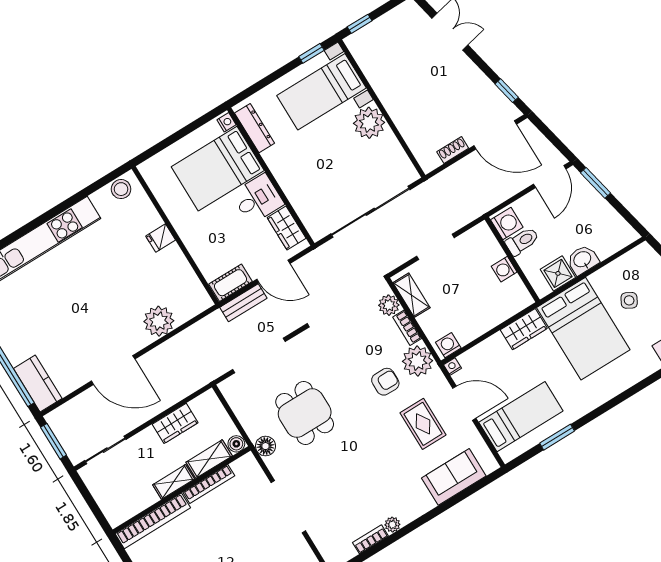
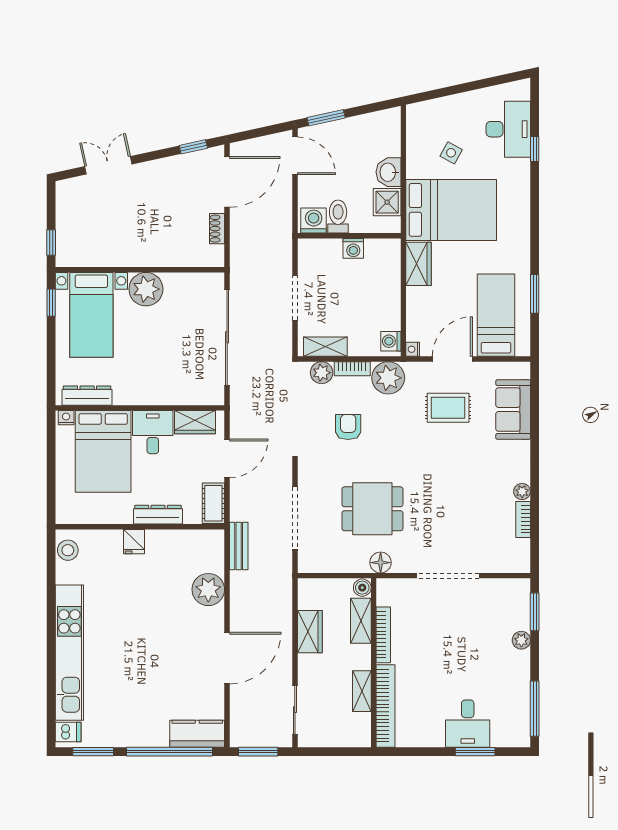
dresser: (194, 244) -> (158, 515), added
bench: (243, 303) -> (239, 546), moved
armchair: (385, 382) -> (348, 427), moved
shelving: (174, 482) -> (362, 691), moved

